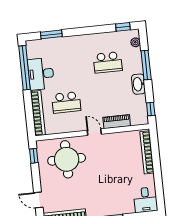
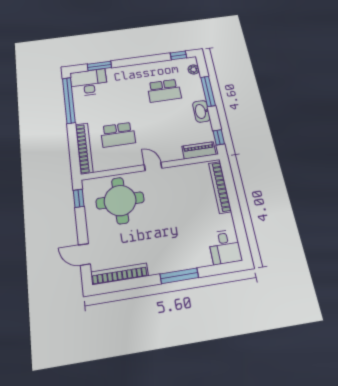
desk: (41, 74) -> (89, 83), moved, turned 90
piano: (117, 122) -> (199, 150), moved

